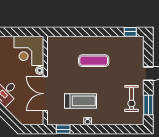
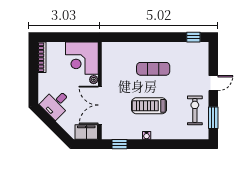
exercise bike: (131, 98) -> (195, 110), turned 180
treadmill: (81, 101) -> (149, 106), moved, turned 180
filing cabinet: (33, 118) -> (86, 132), added

